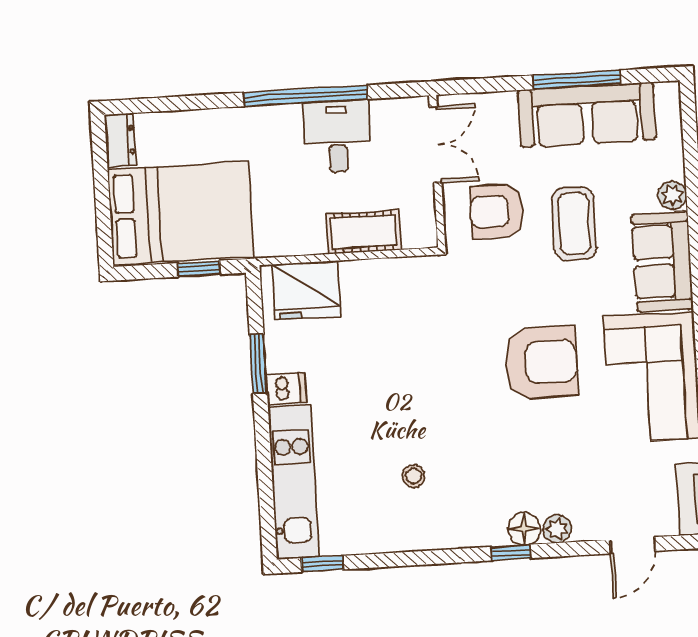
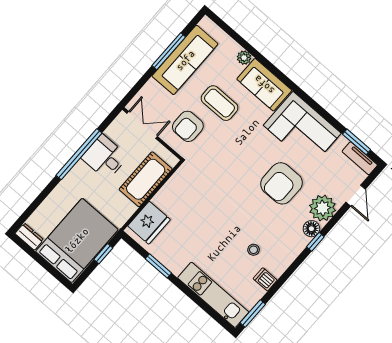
cot: (364, 232) -> (146, 179), width x1.37, depth x1.34
armchair: (541, 362) -> (281, 183), moved, turned 180
dishwasher: (286, 388) -> (265, 279), moved, turned -90
plant: (557, 529) -> (323, 208), width x1.87, depth x1.87
window: (322, 564) -> (253, 314), width x1.50

